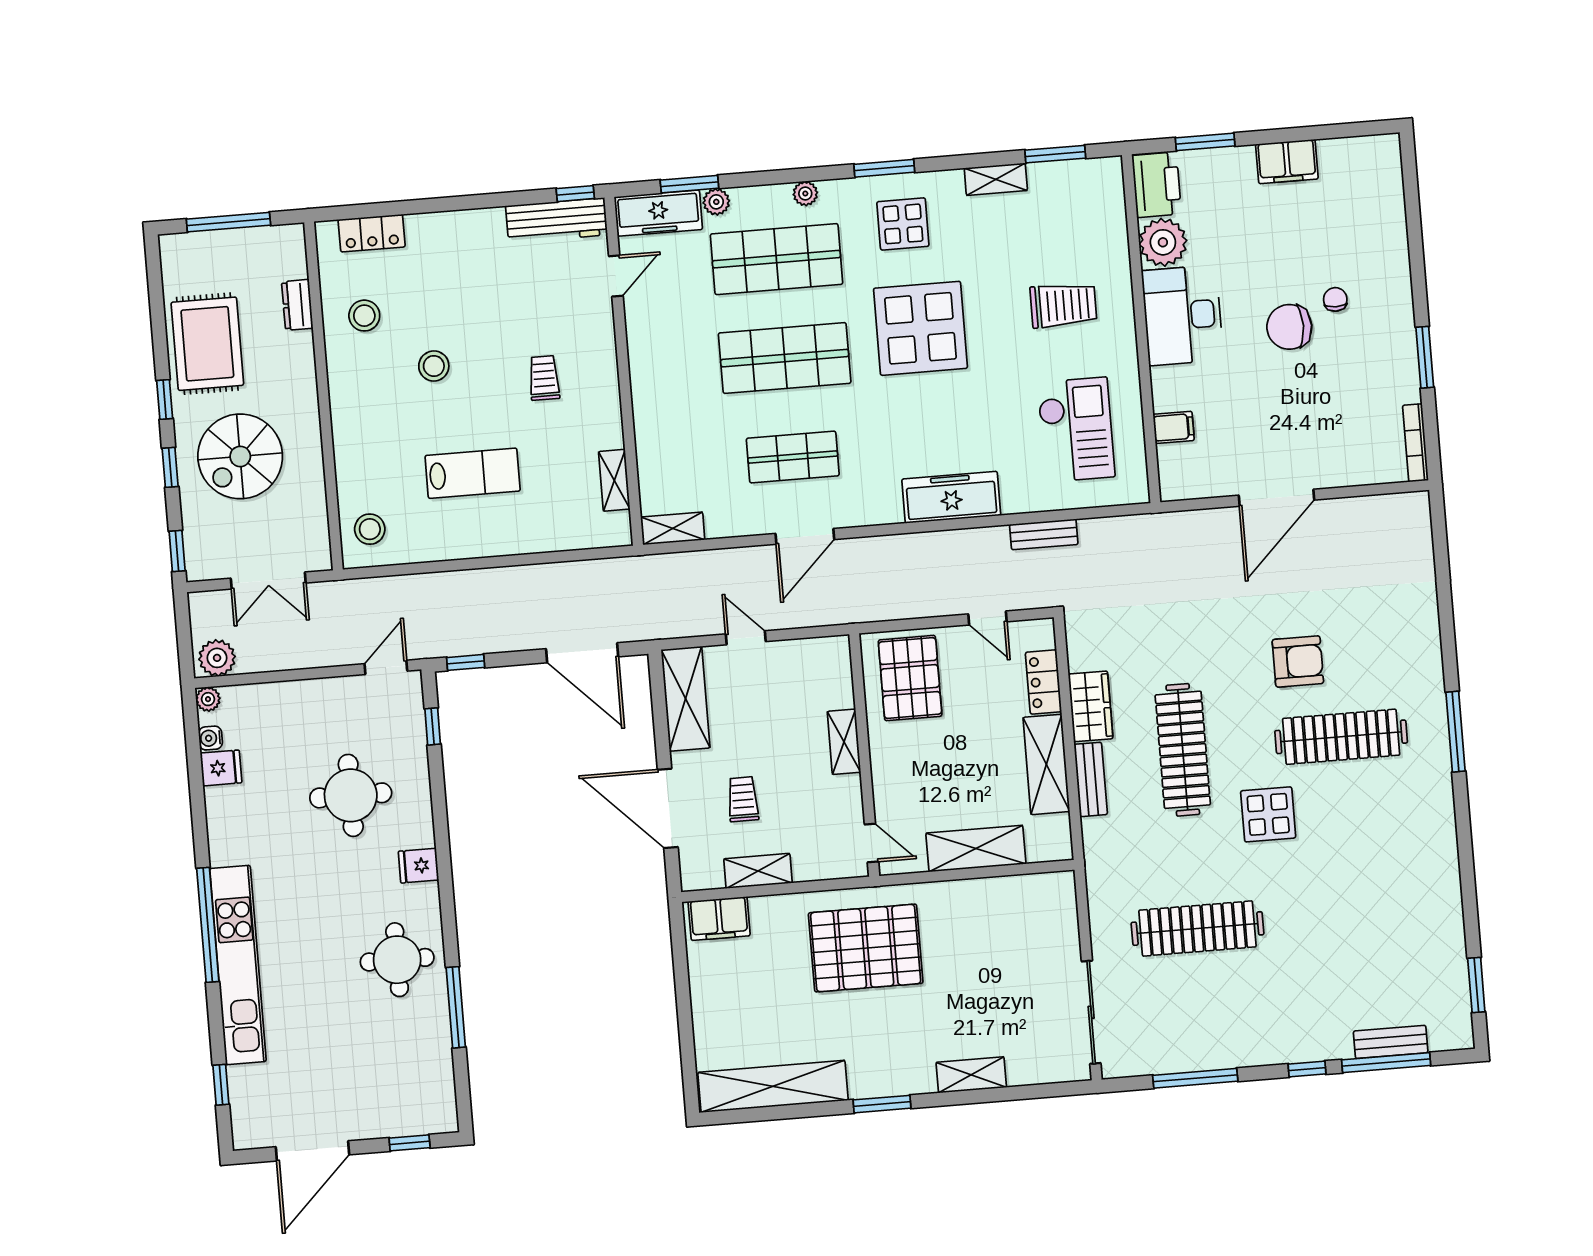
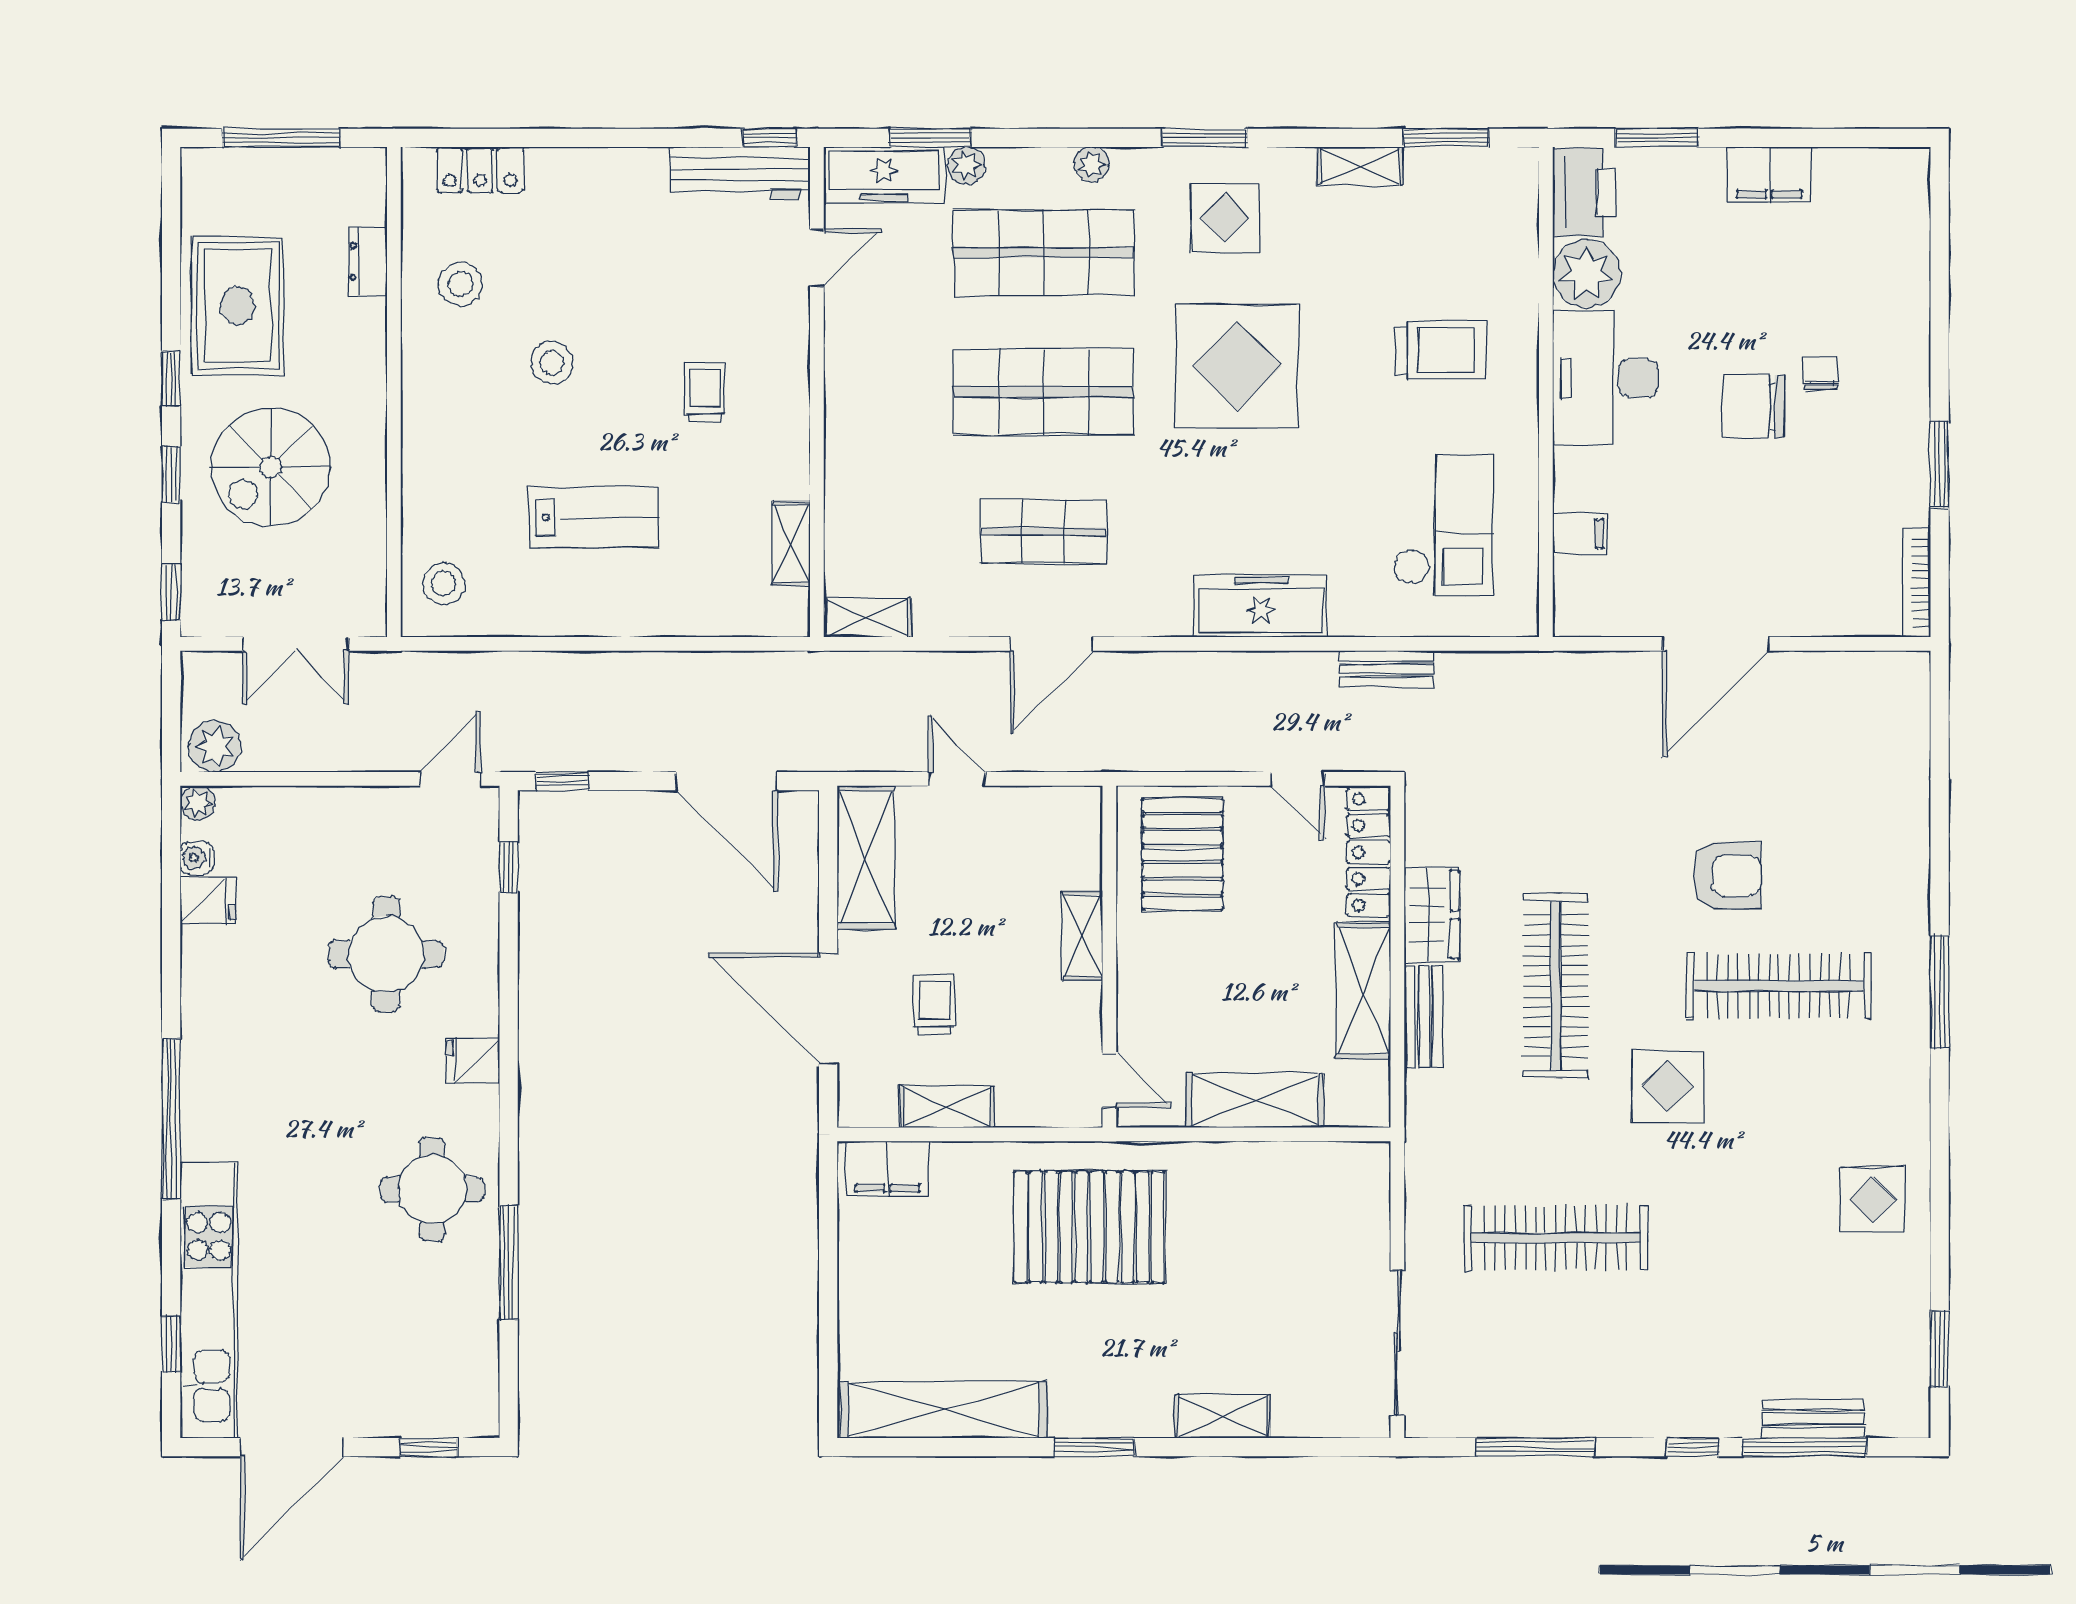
locker: (1043, 682) -> (1369, 852), width x1.53
display table: (1420, 883) -> (1872, 1200), added
kitchen unit: (238, 965) -> (209, 1300), moved

